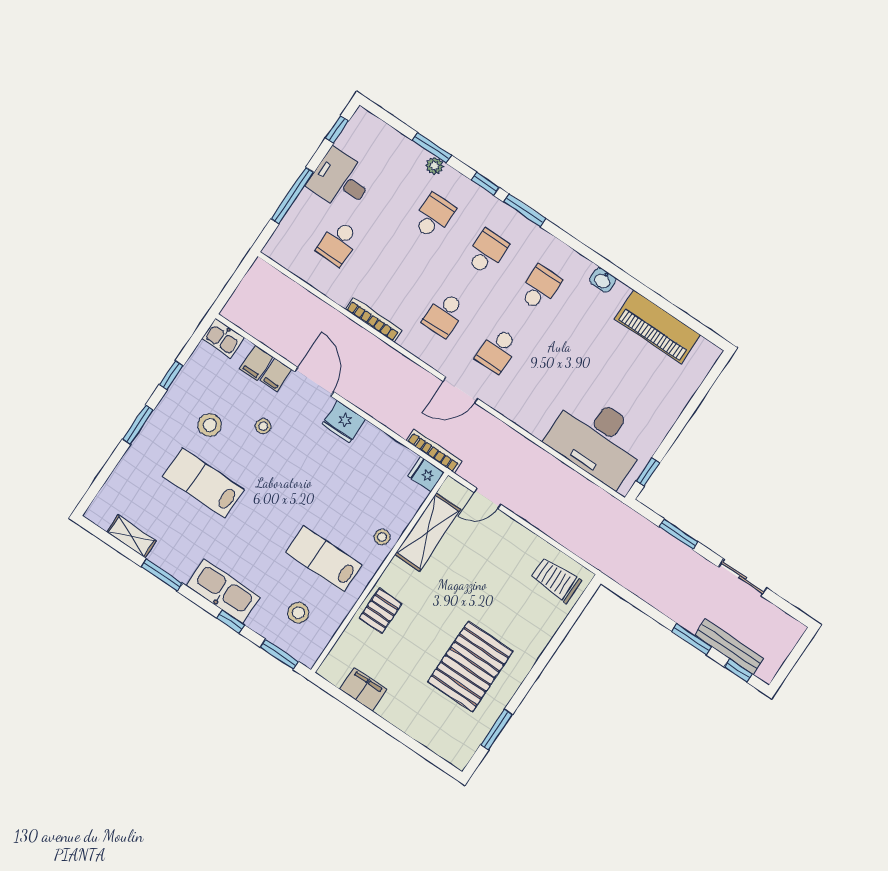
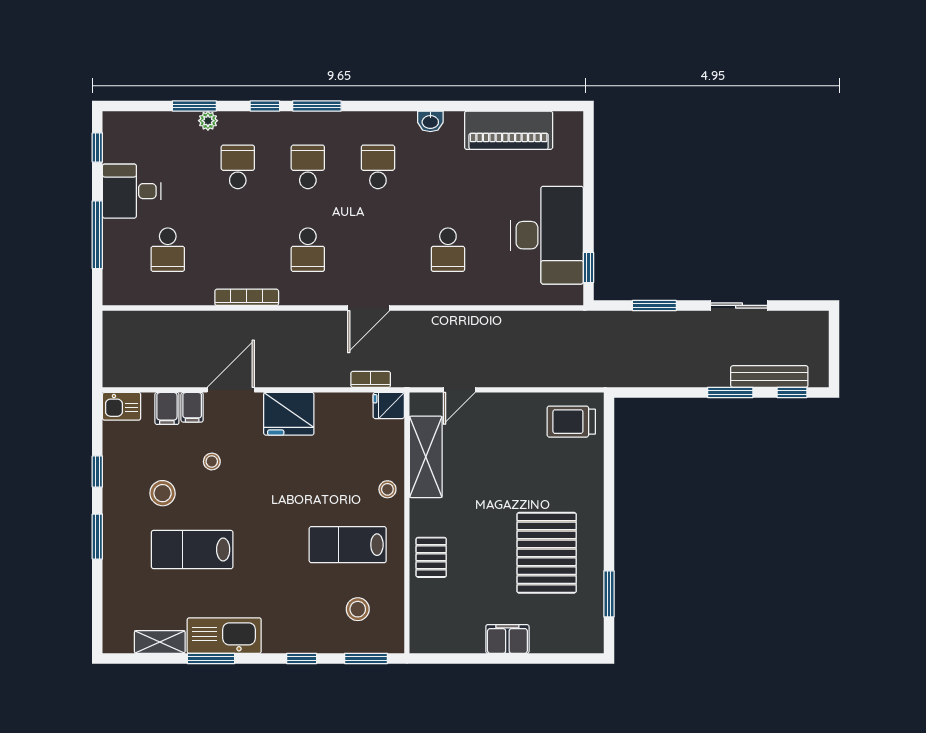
school desk: (497, 351) -> (448, 250), moved
door: (314, 382) -> (231, 390), hinge flipped
fridge: (344, 422) -> (289, 414), width x1.36, depth x1.34
desk: (597, 439) -> (547, 235), moved, turned -90
bookcase: (434, 451) -> (371, 379), width x0.64
kitchen sink: (223, 591) -> (224, 636), moved
filing cabinet: (363, 689) -> (507, 639), moved

